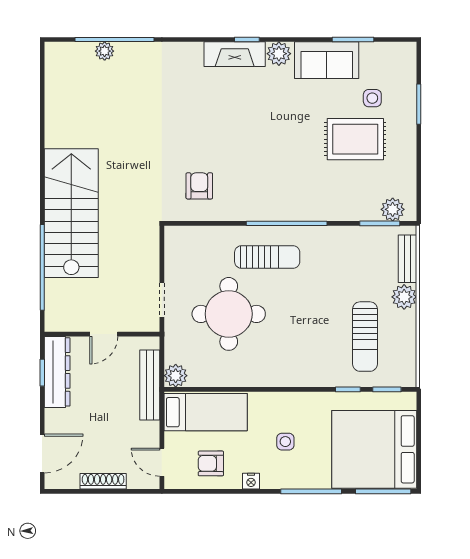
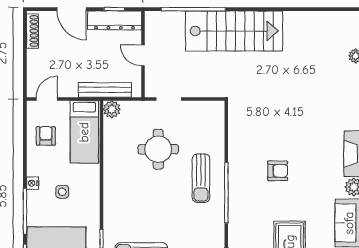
armchair: (199, 186) -> (278, 171), moved
round table: (229, 314) -> (158, 149), width x0.73, depth x0.73
door: (42, 454) -> (72, 9), moved
shoe rack: (103, 481) -> (32, 31), moved
nightstand: (251, 481) -> (33, 183), moved

